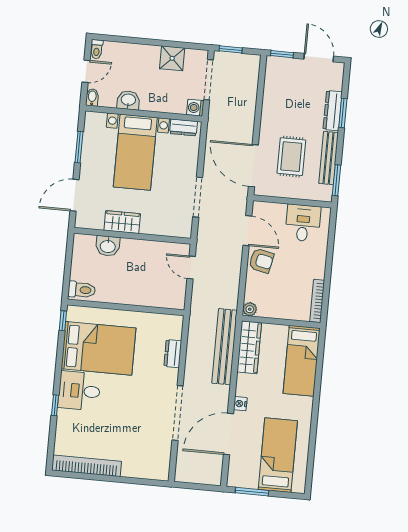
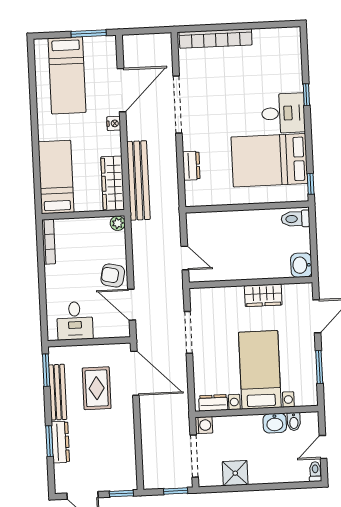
bidet: (92, 97) -> (294, 422), moved
washbasin: (108, 246) -> (301, 265), moved, turned -90
bookcase: (87, 466) -> (216, 38), moved

